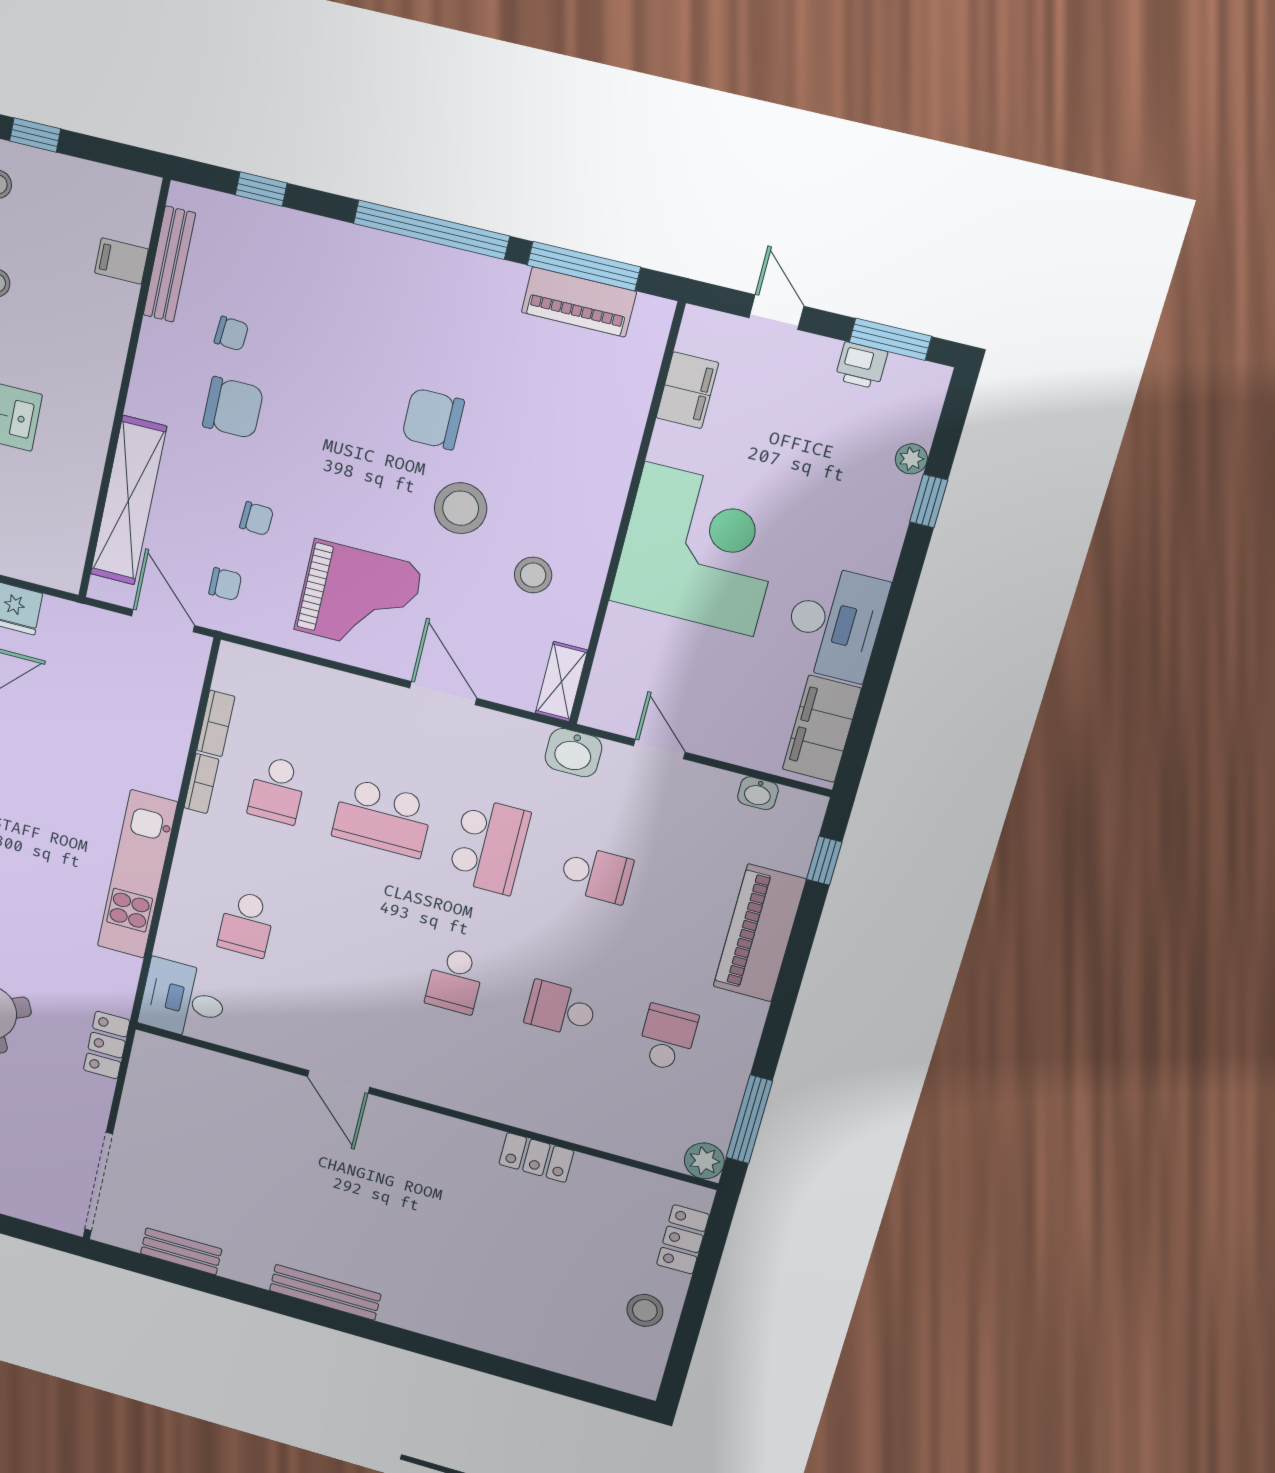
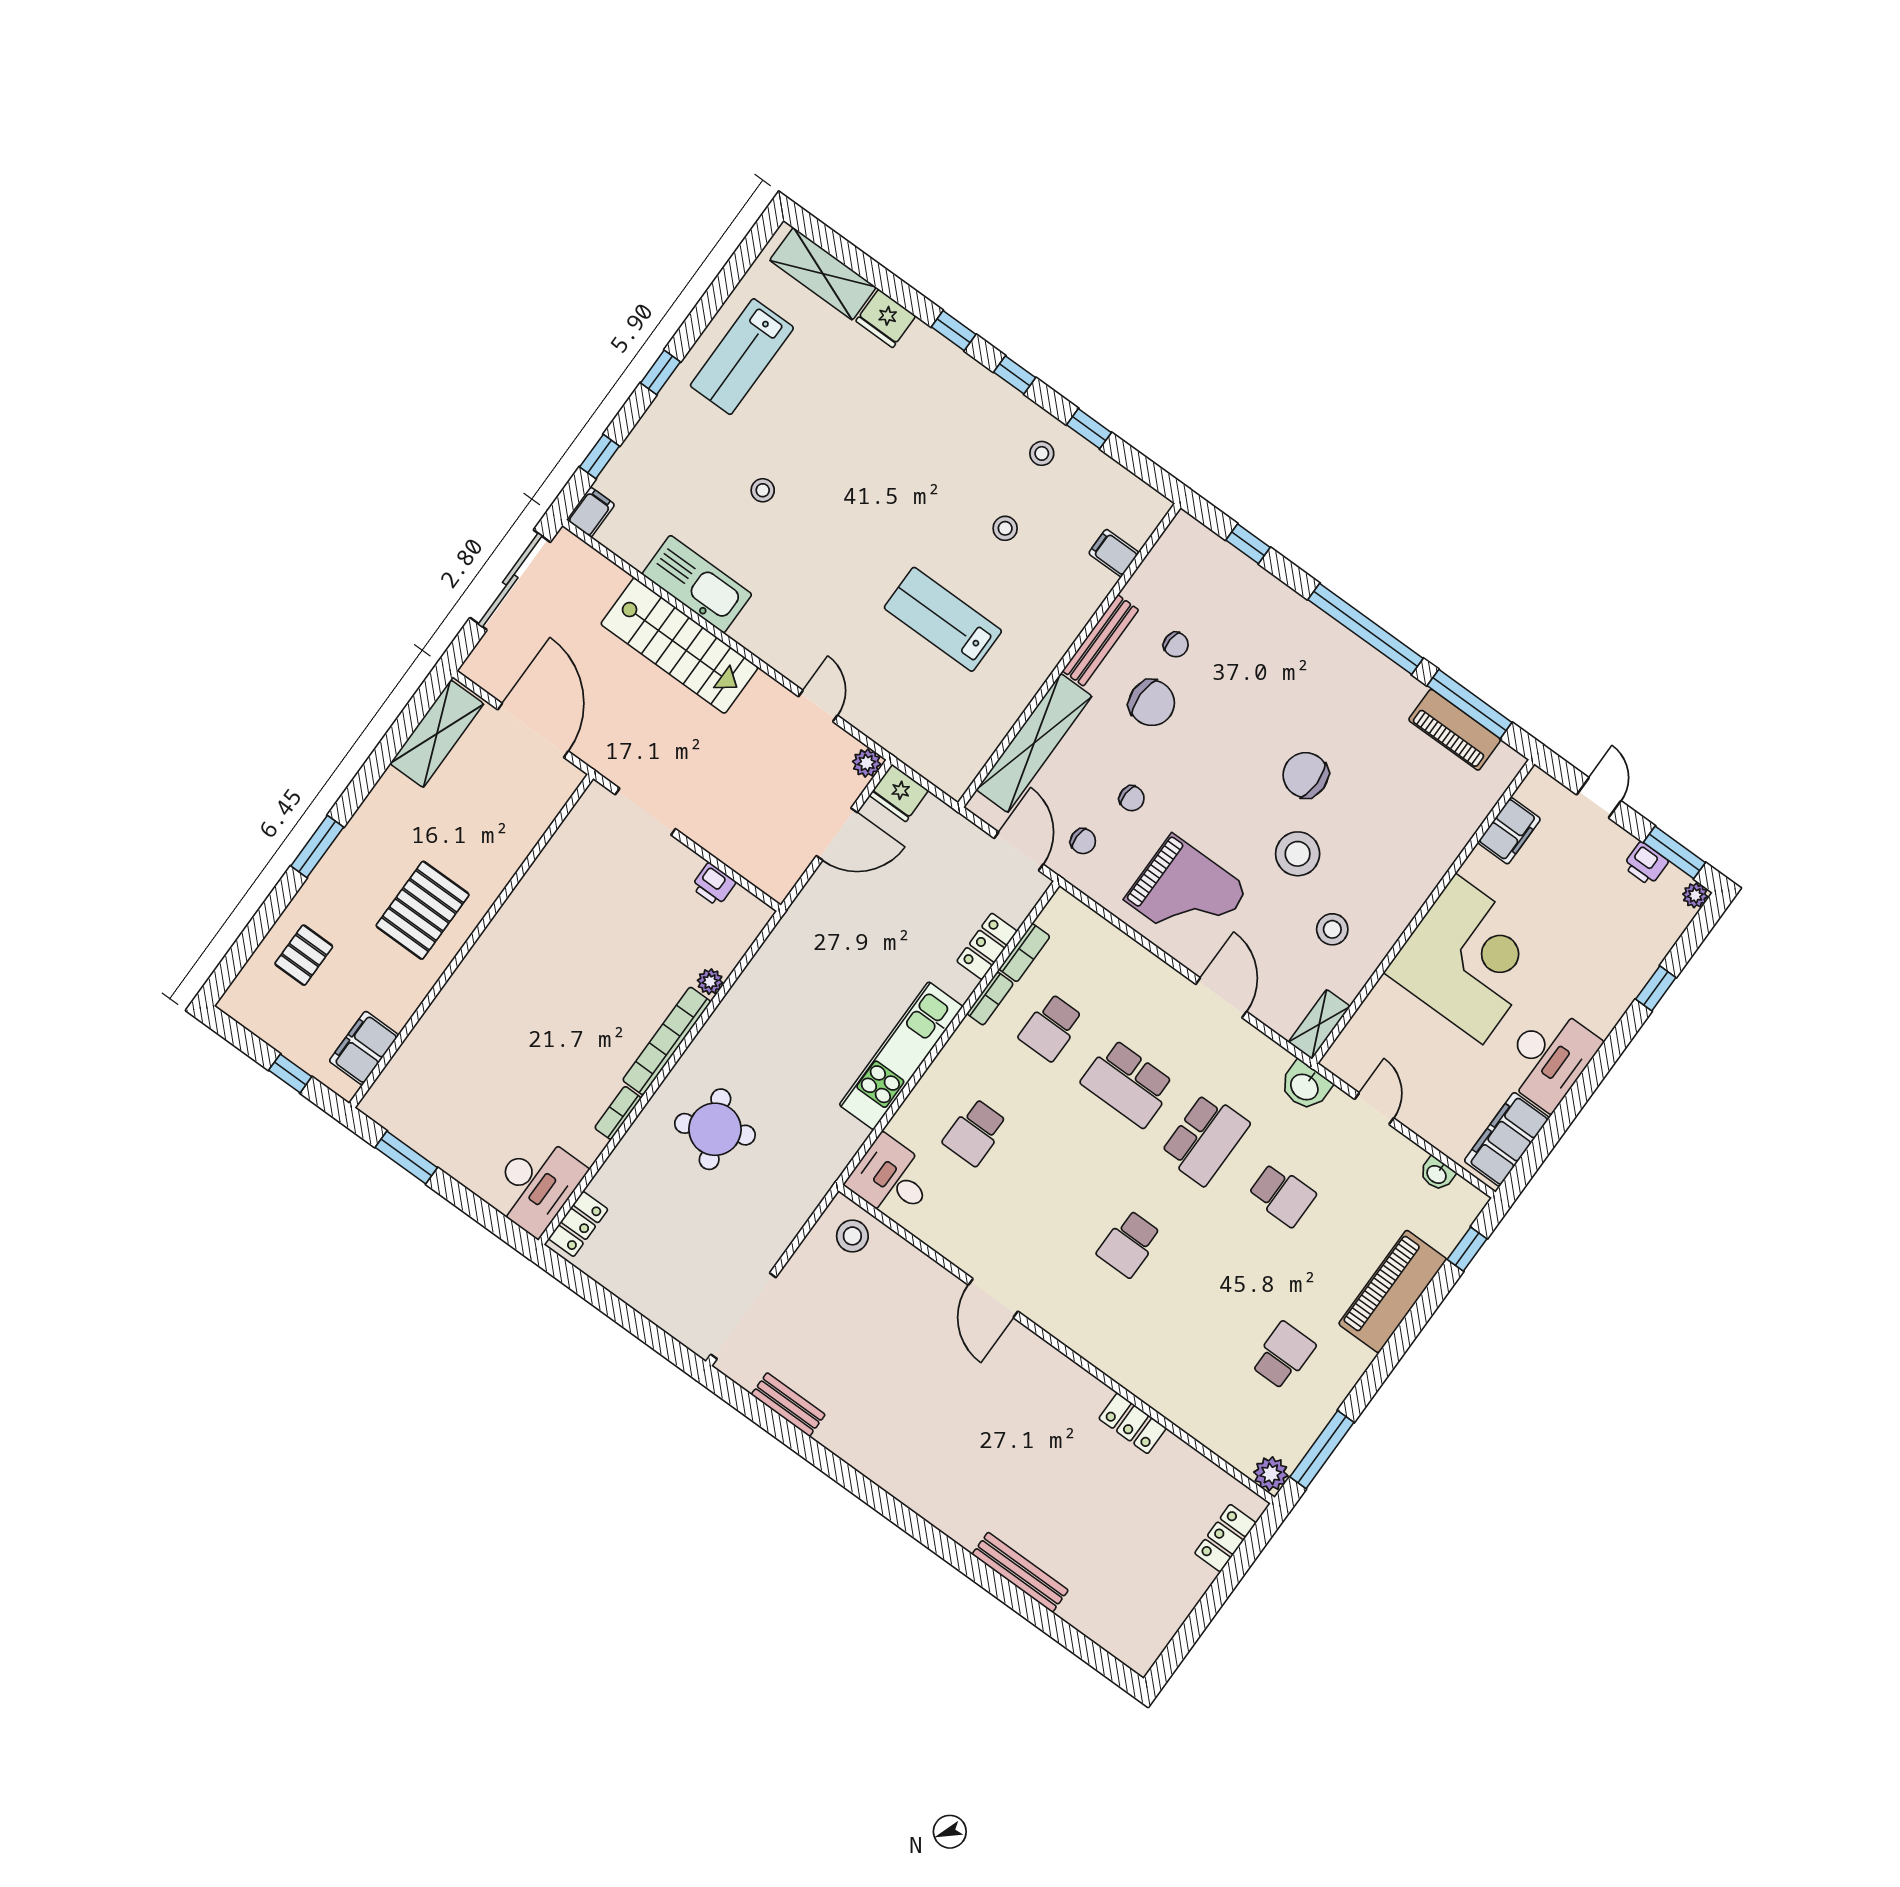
bench: (169, 264) -> (1100, 640), moved
plant: (911, 459) -> (1695, 895), moved
school desk: (561, 1009) -> (1206, 1300), removed
locker: (107, 1045) -> (987, 946), moved
bench: (325, 1292) -> (1020, 1572), moved
stool: (645, 1310) -> (852, 1236), moved

